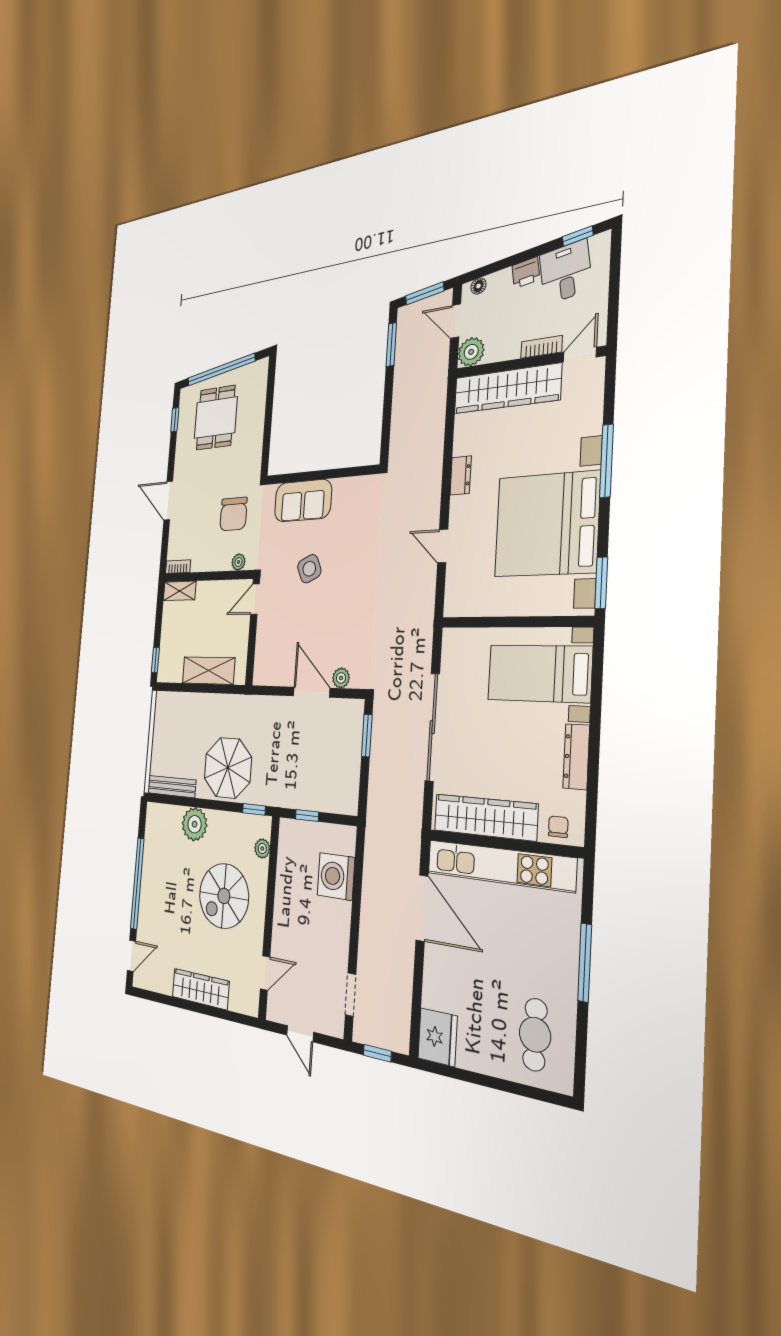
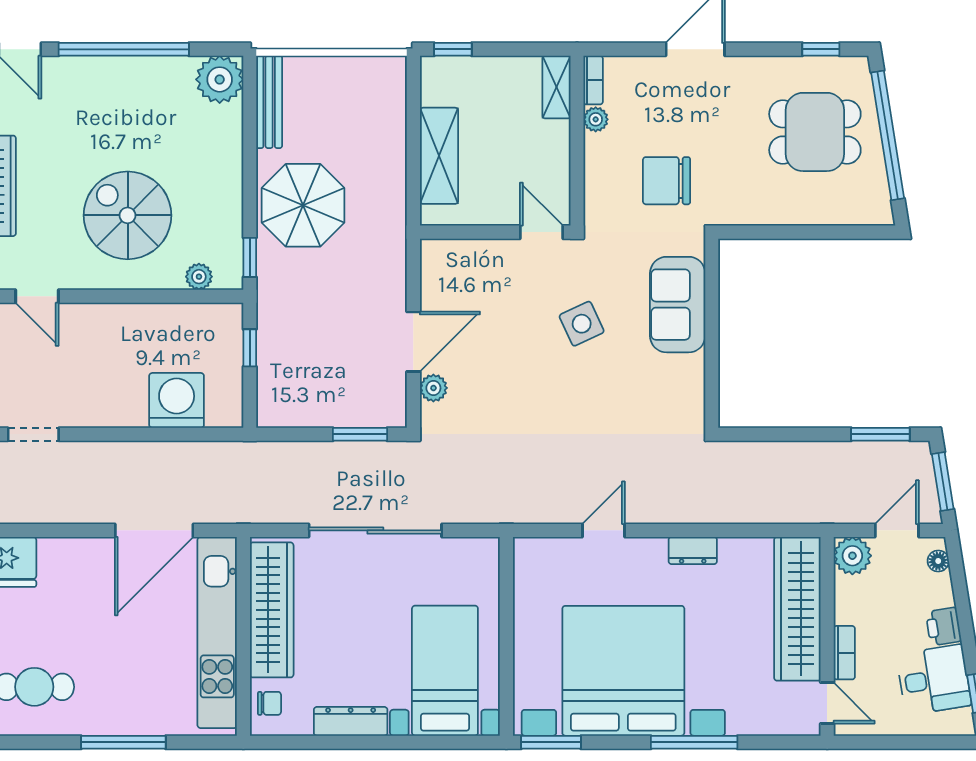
plant: (239, 562) -> (596, 119), moved
plant: (195, 824) -> (220, 79), moved

